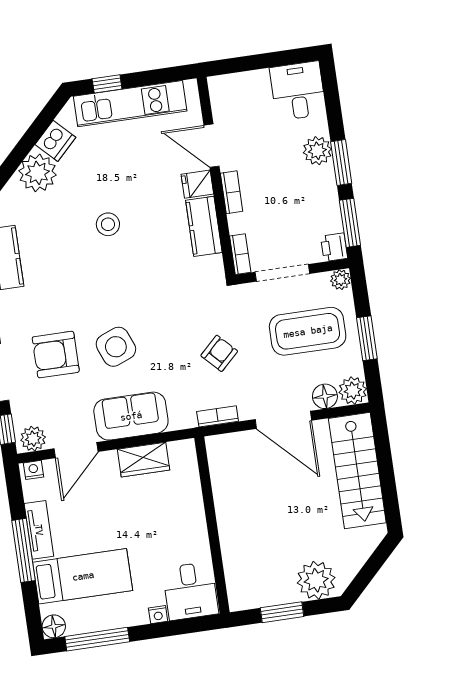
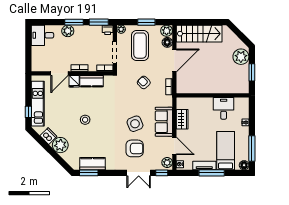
armchair: (56, 355) -> (135, 148), turned -90
desk: (190, 591) -> (224, 108), moved, turned -90

